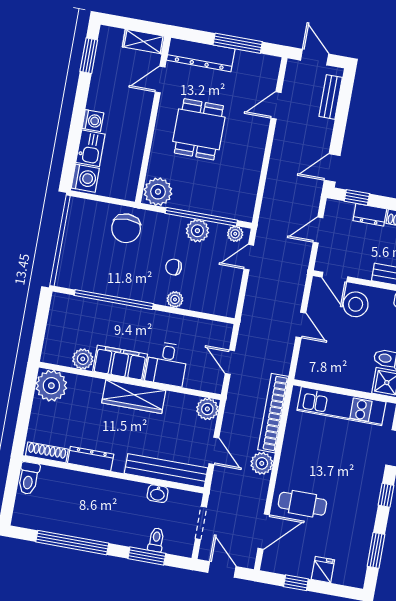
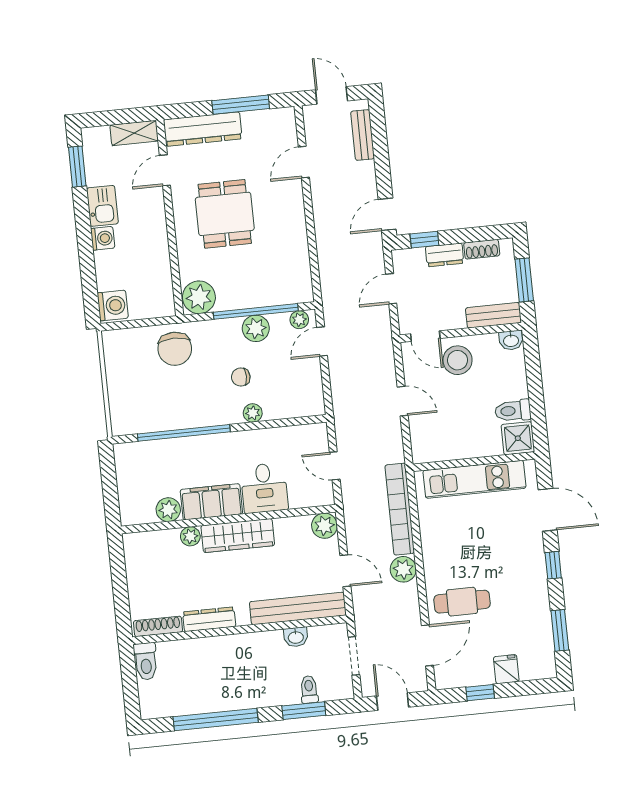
kitchen sink: (90, 148) -> (102, 206), moved
plant: (51, 386) -> (190, 536), moved, width x0.53, depth x0.53

